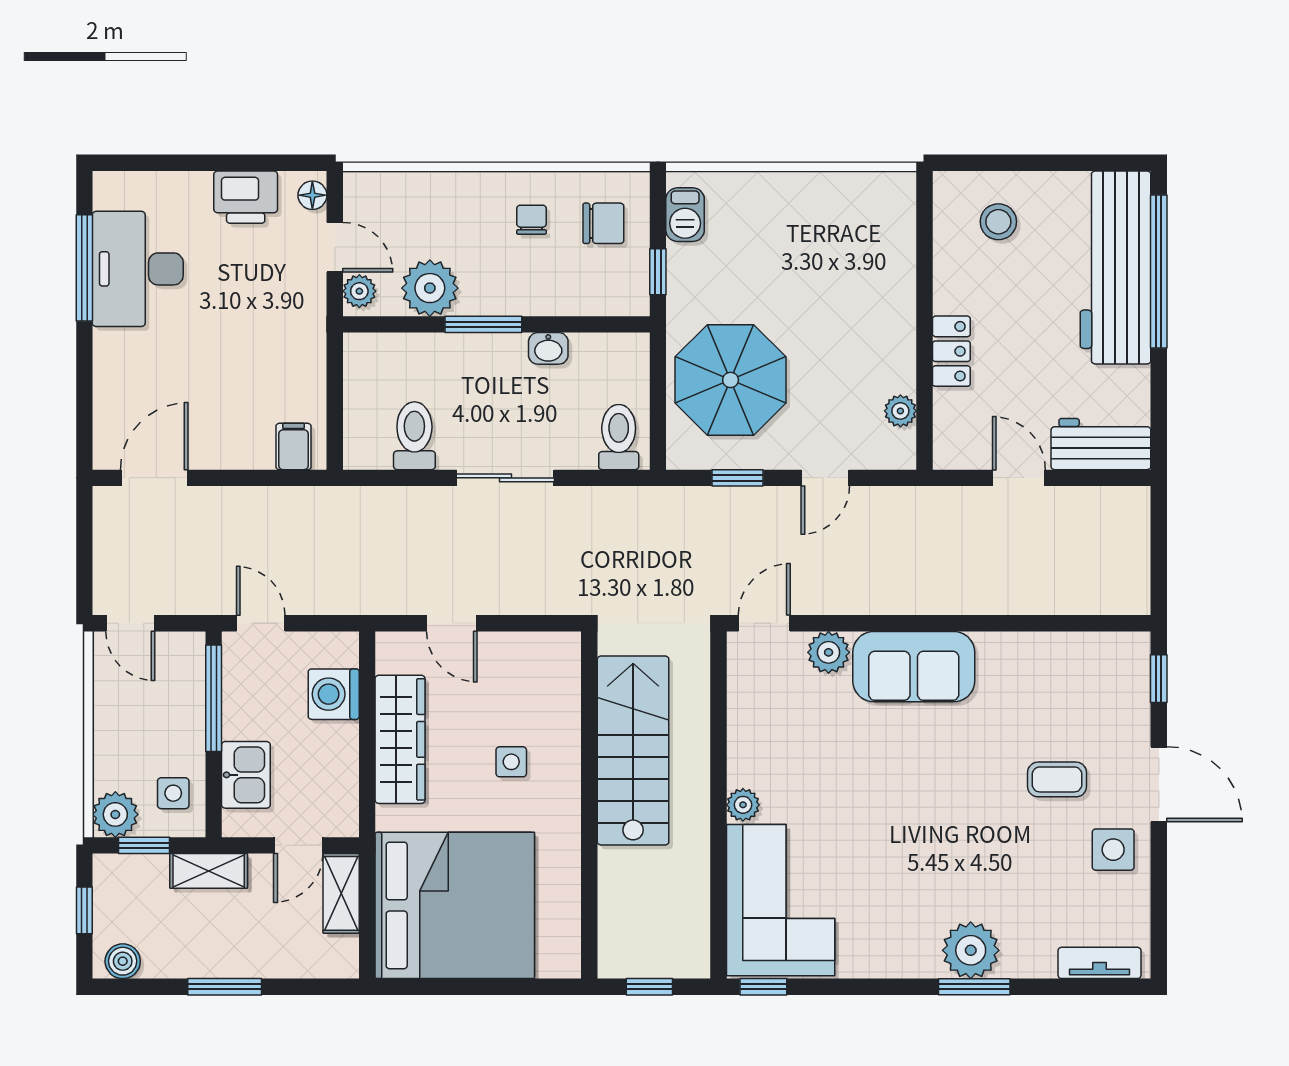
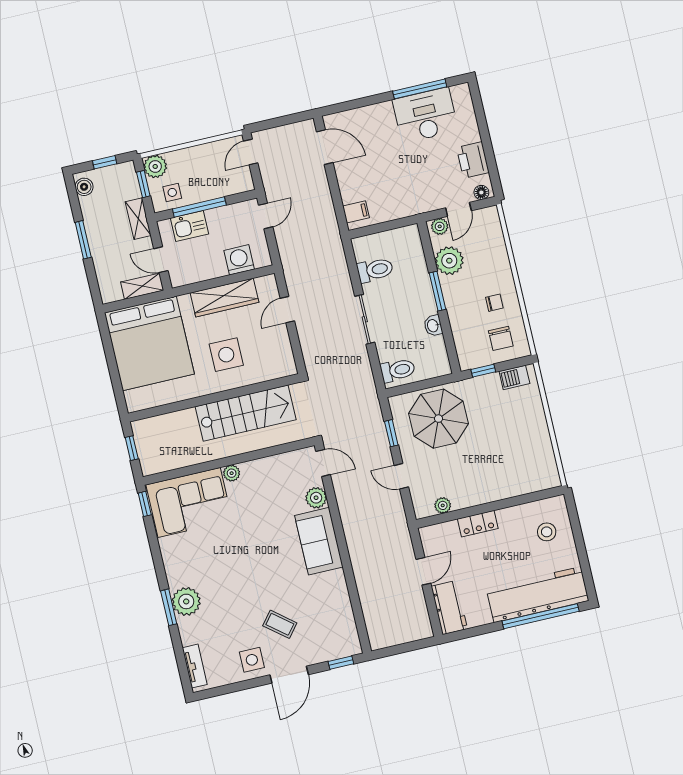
window: (214, 698) -> (199, 207), moved
side table: (511, 762) -> (226, 355), width x1.87, depth x1.87
coffee table: (1057, 779) -> (280, 624), turned -51

